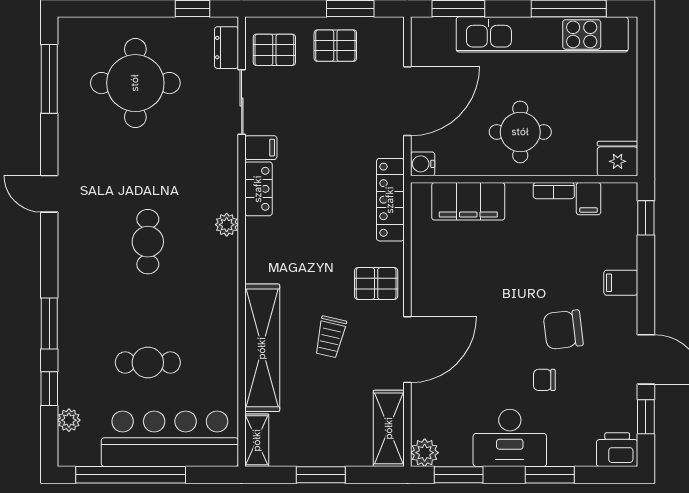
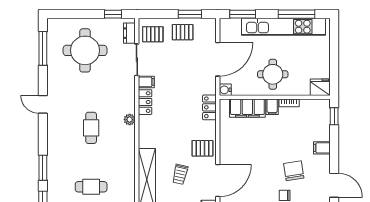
filing cabinet: (589, 199) -> (272, 107), moved
locker: (390, 200) -> (209, 107), width x0.66
chair: (563, 330) -> (294, 171), turned 88

